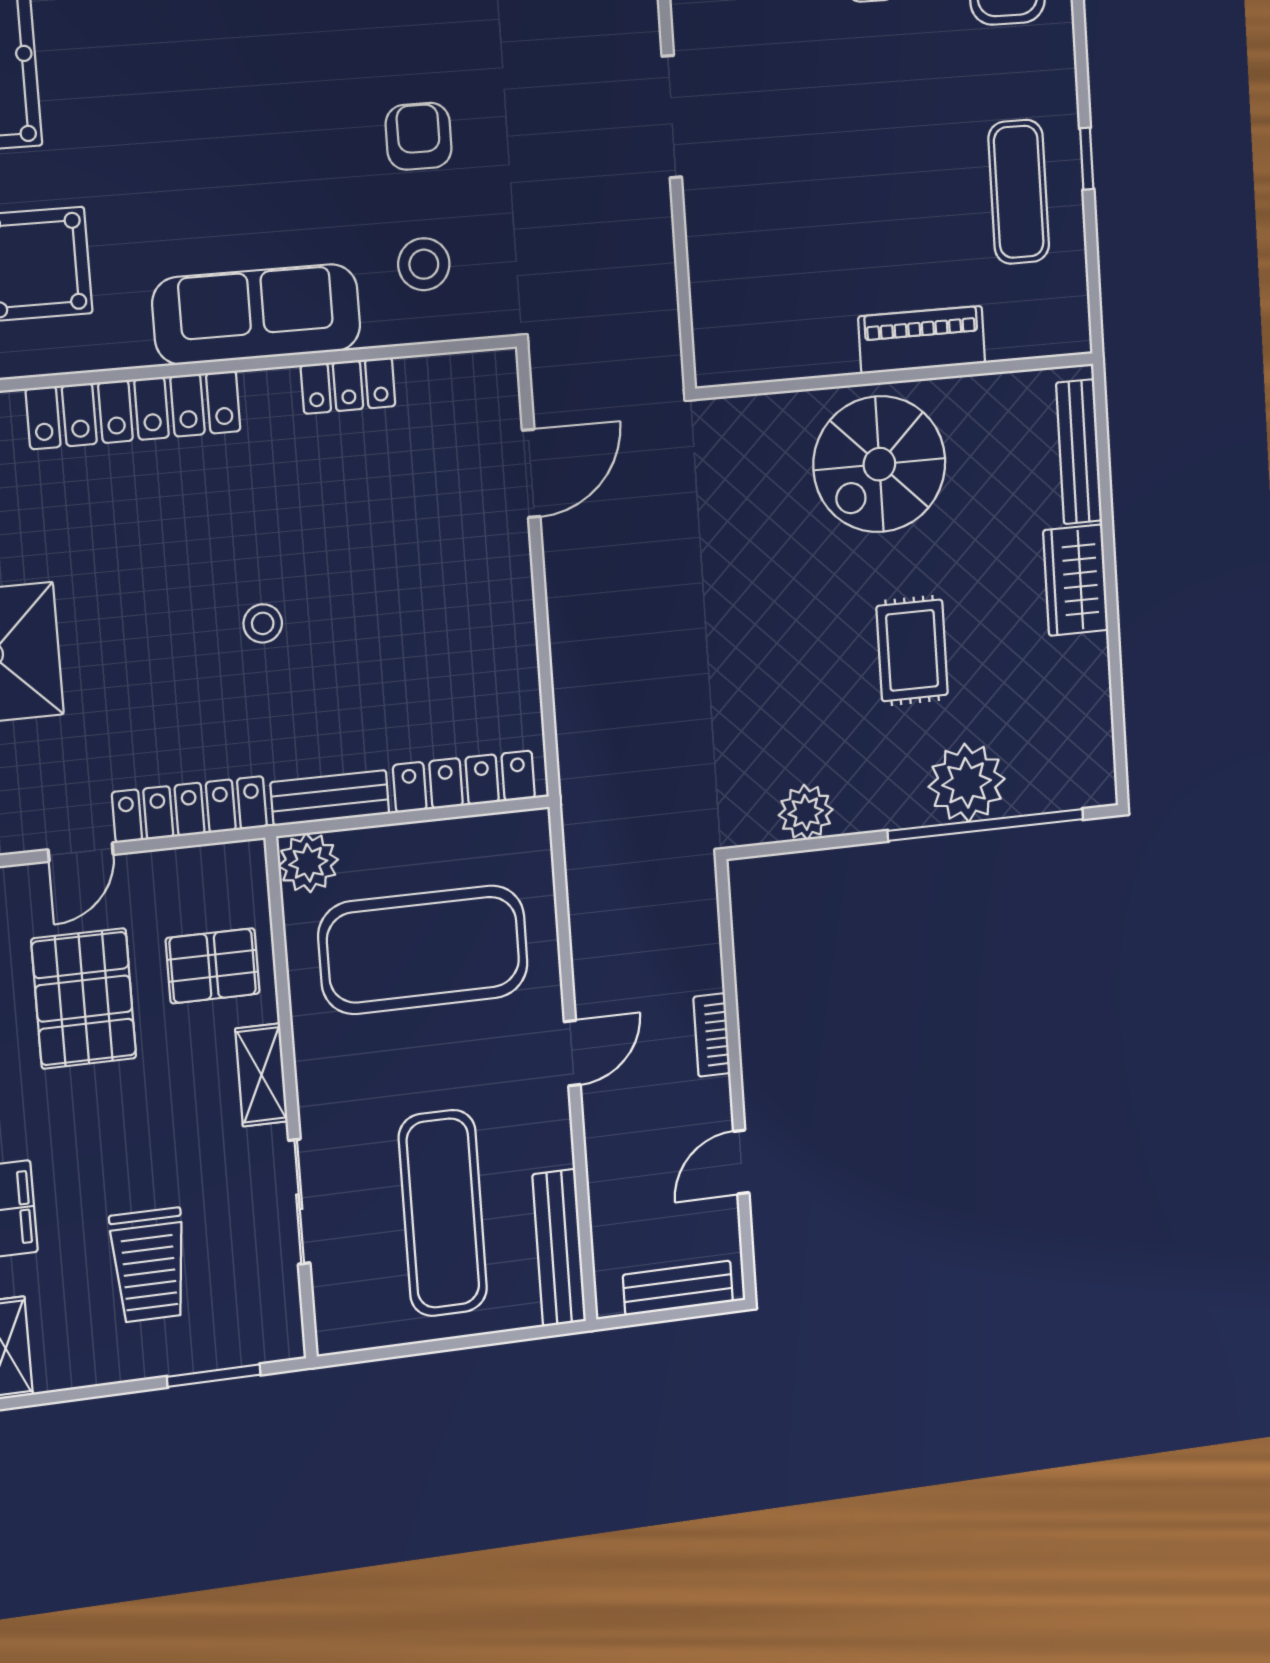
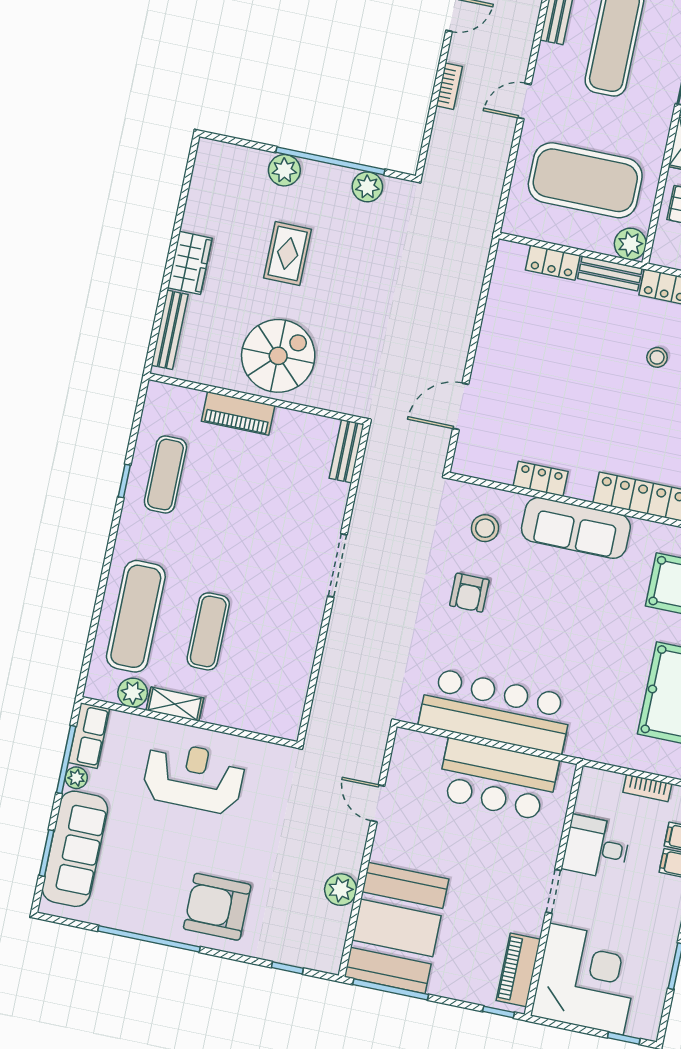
bench: (712, 330) -> (347, 451), added
stool: (263, 623) -> (657, 357), moved
locker: (464, 782) -> (553, 263), width x0.66
plant: (967, 783) -> (284, 170), width x0.73, depth x0.73
window: (986, 825) -> (330, 161), moved

